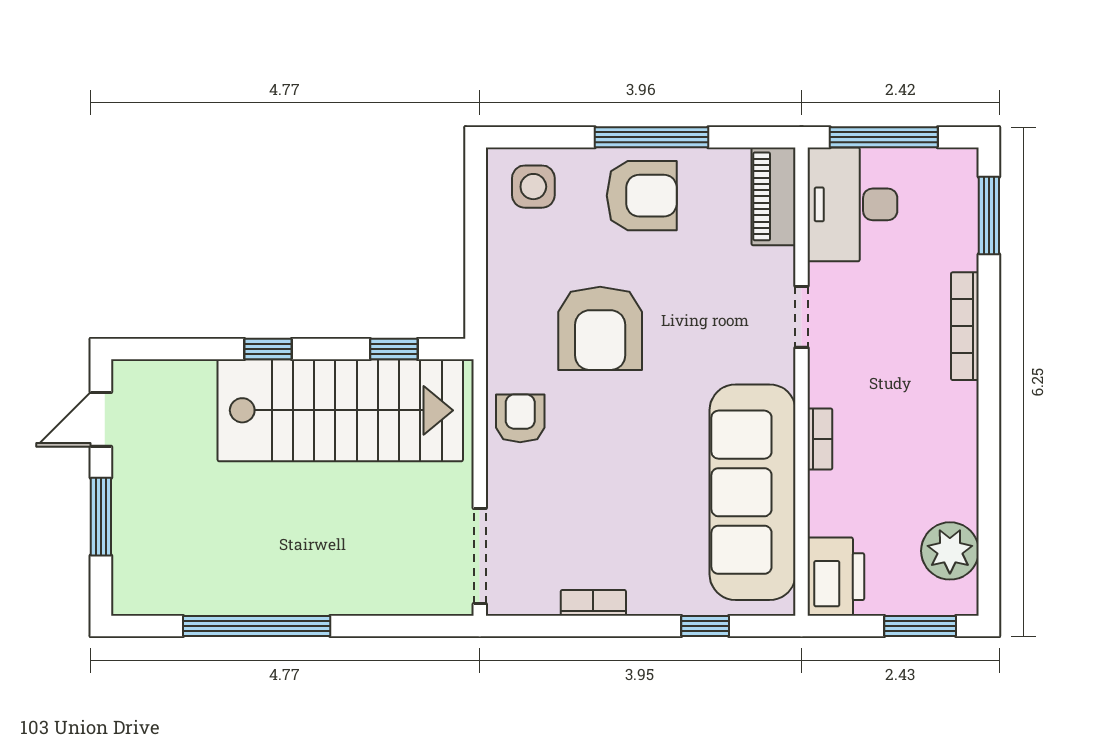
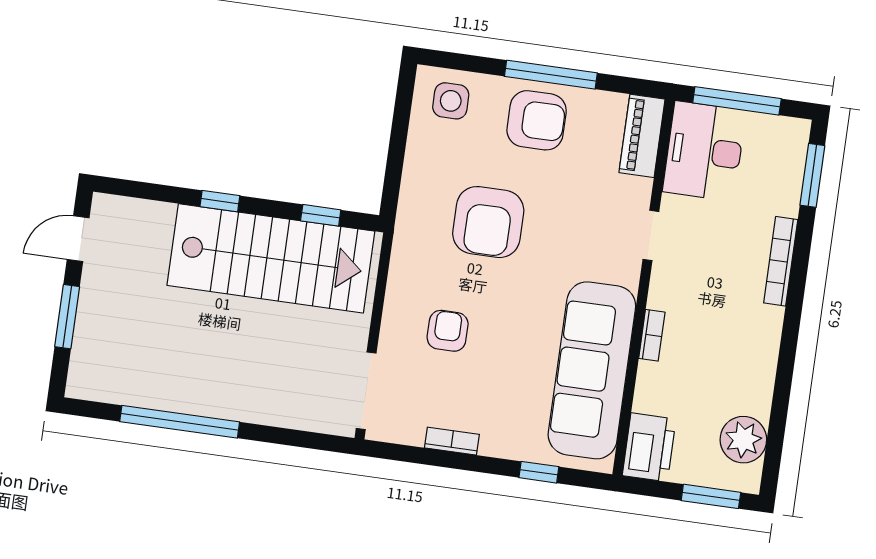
armchair: (520, 418) -> (448, 331), moved

